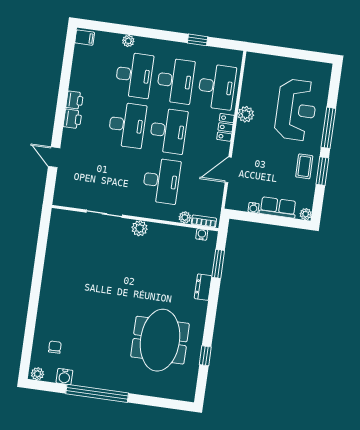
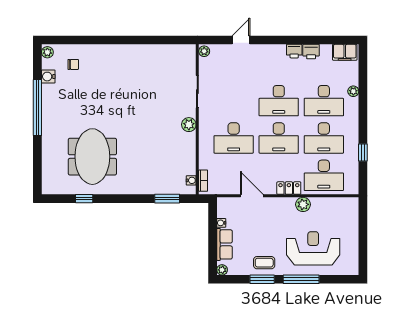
filing cabinet: (85, 38) -> (345, 52), width x2.00
reception desk: (296, 110) -> (313, 248), turned 180
printer: (72, 119) -> (311, 52), moved
plant: (185, 217) -> (204, 51), moved
dresser: (203, 287) -> (145, 188), removed
meeting table: (160, 340) -> (92, 157), turned 90

